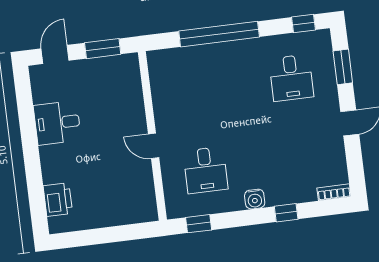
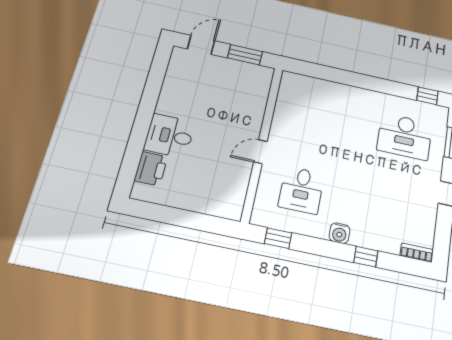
window: (219, 34) -> (351, 79), removed
desk: (291, 78) -> (405, 136), width x1.37
desk: (57, 123) -> (170, 136), moved
door: (154, 146) -> (260, 152), hinge flipped

